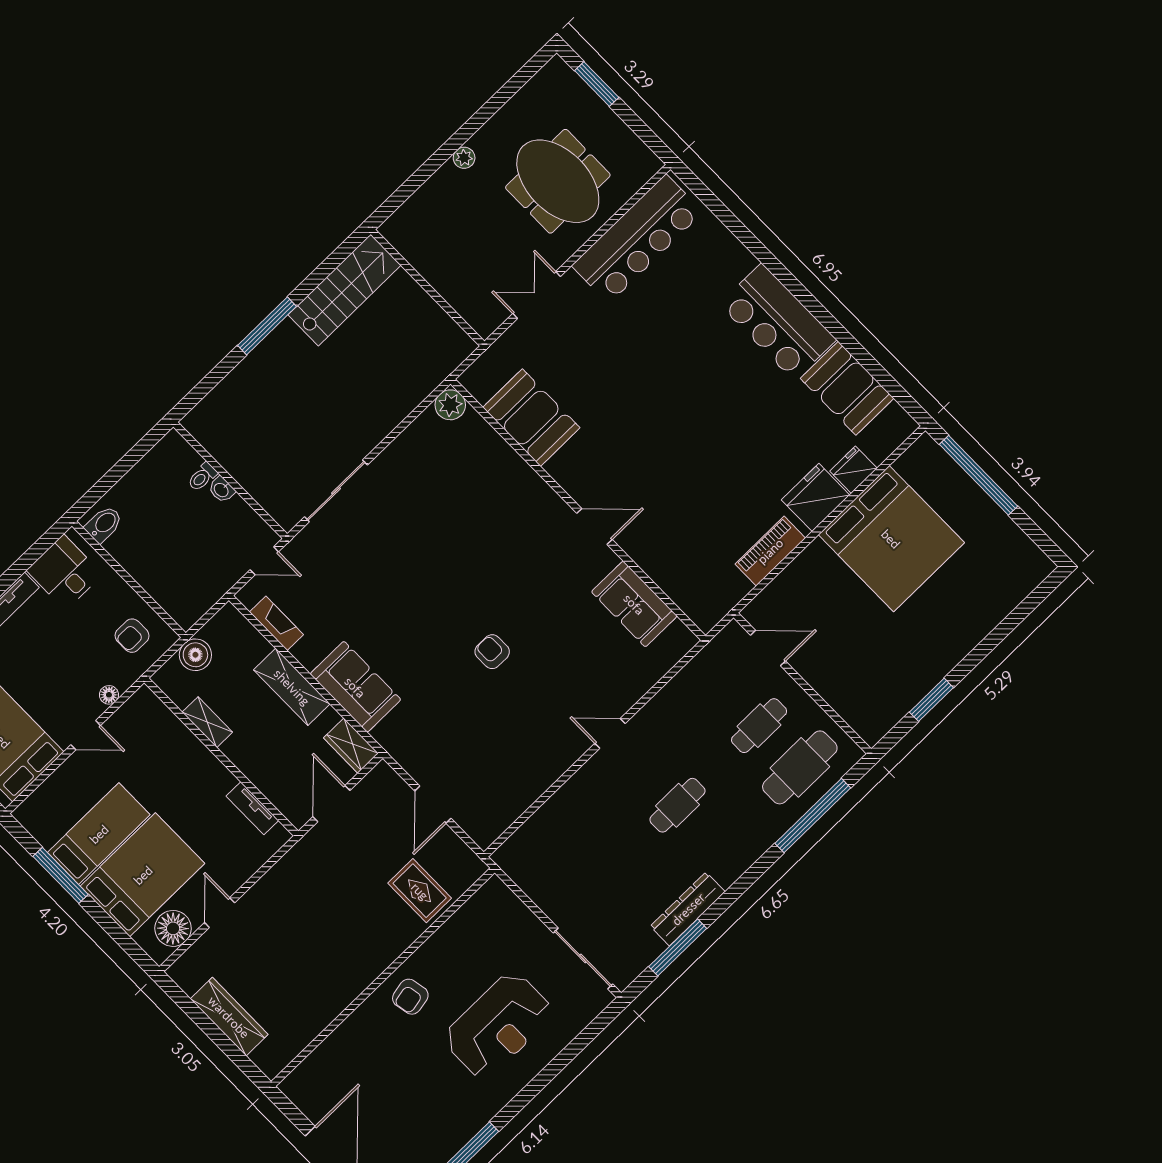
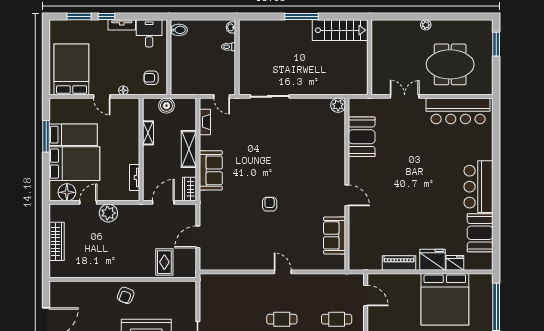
meeting table: (558, 181) -> (450, 64), turned 90
washbasin: (222, 490) -> (231, 27), moved
plant: (265, 899) -> (108, 213), added
armchair: (410, 997) -> (126, 295), turned -58

